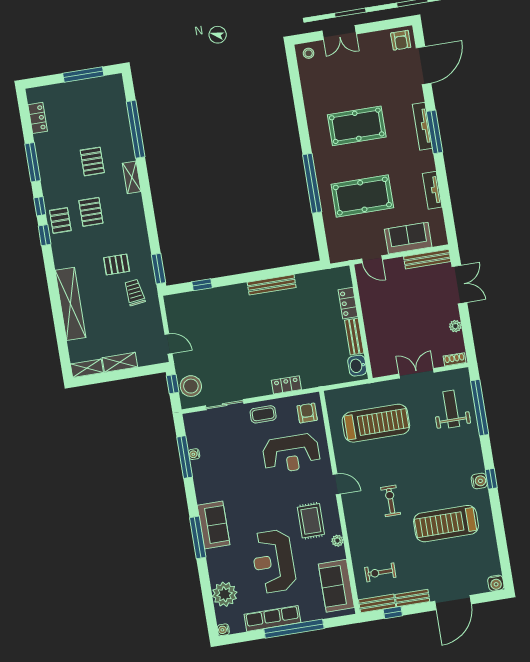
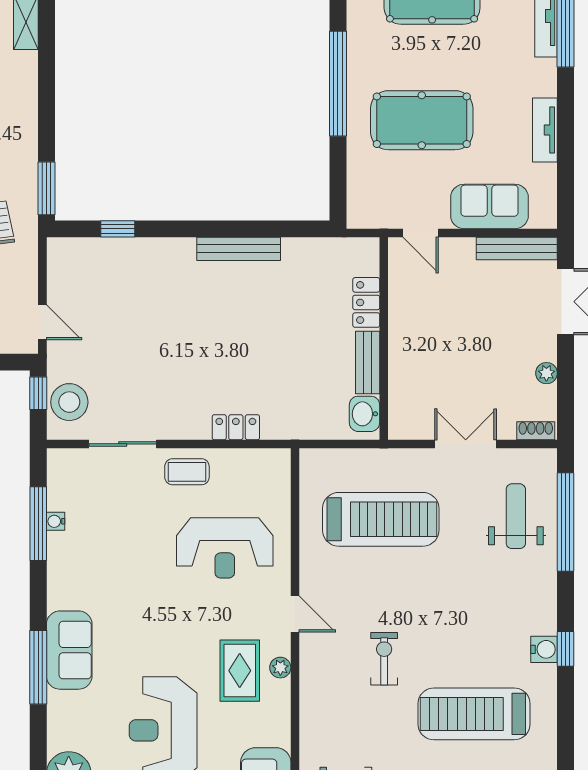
armchair: (307, 413) -> (264, 482), removed
plant: (337, 541) -> (280, 668), moved

